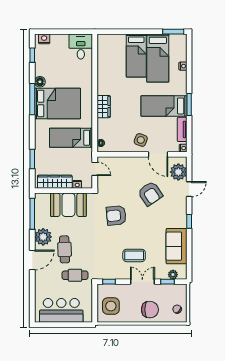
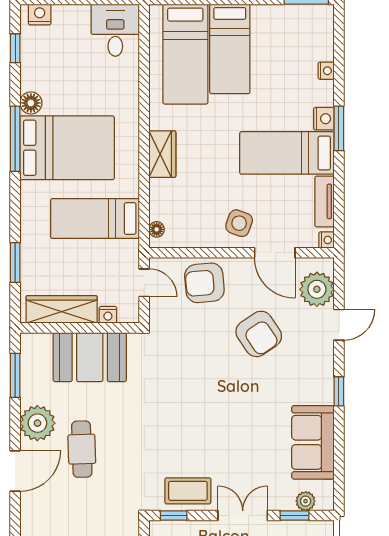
bed: (158, 58) -> (185, 54), moved
nightstand: (182, 89) -> (324, 119), added
window: (189, 104) -> (339, 128), moved
window: (32, 214) -> (15, 375), width x0.69
armchair: (116, 216) -> (204, 283), moved
coffee table: (134, 255) -> (188, 491), moved
cafe table: (75, 275) -> (103, 503), removed

